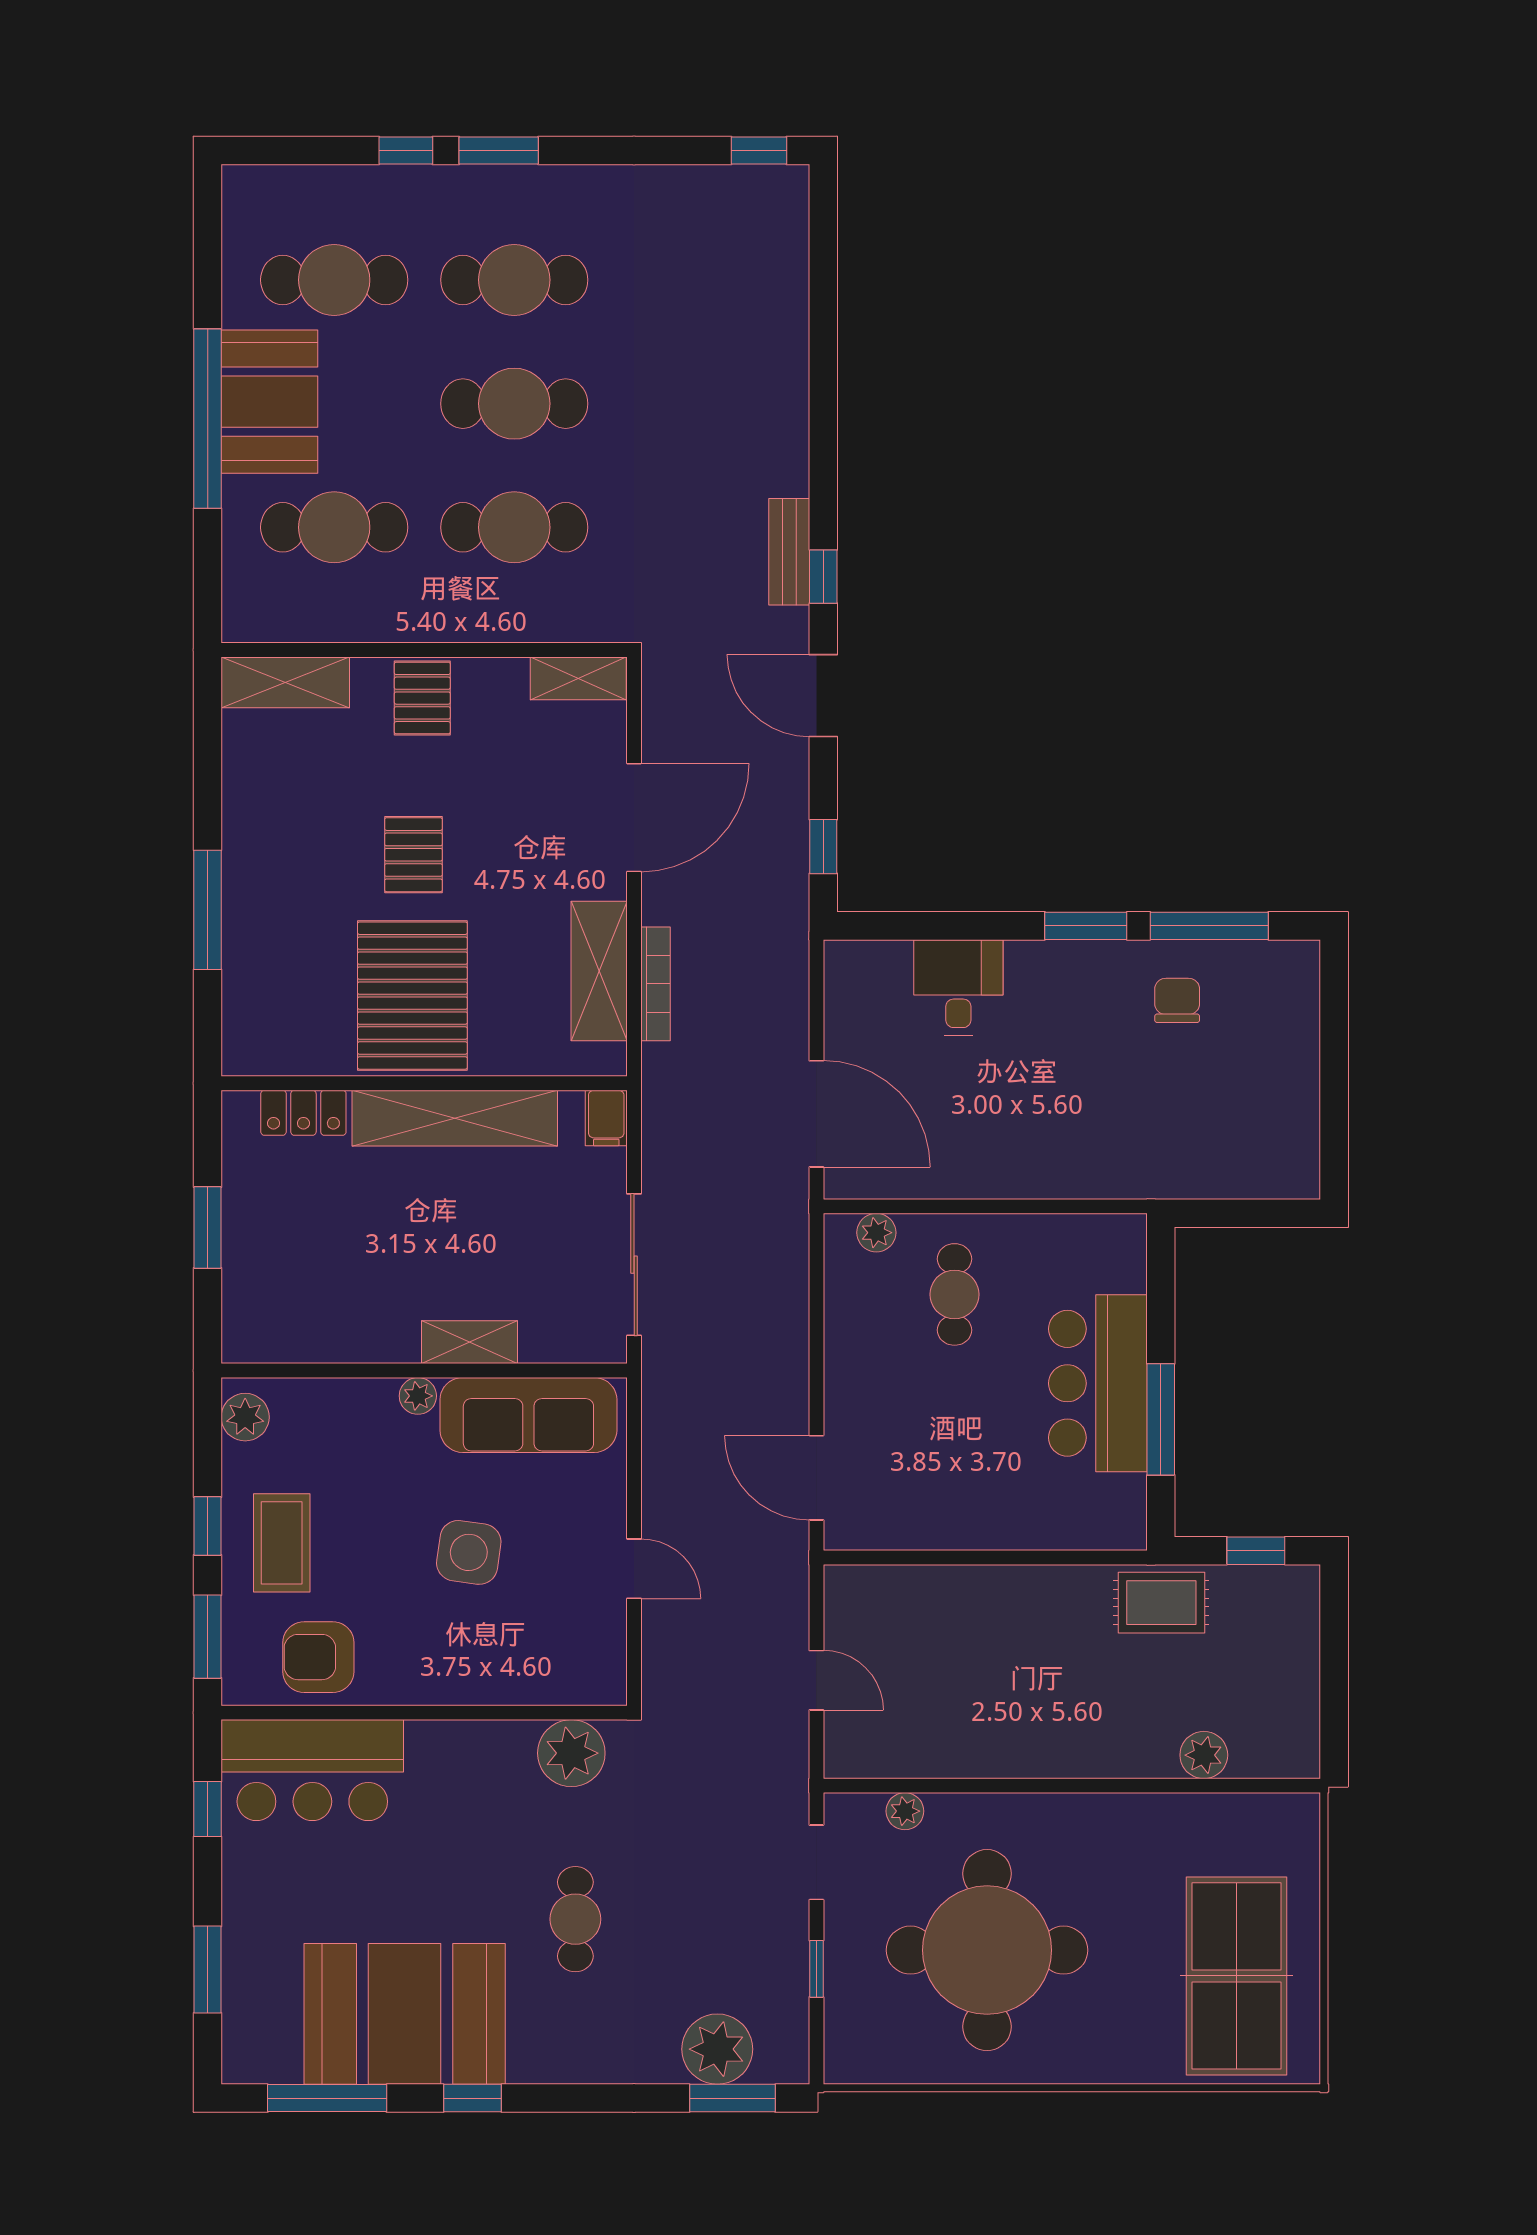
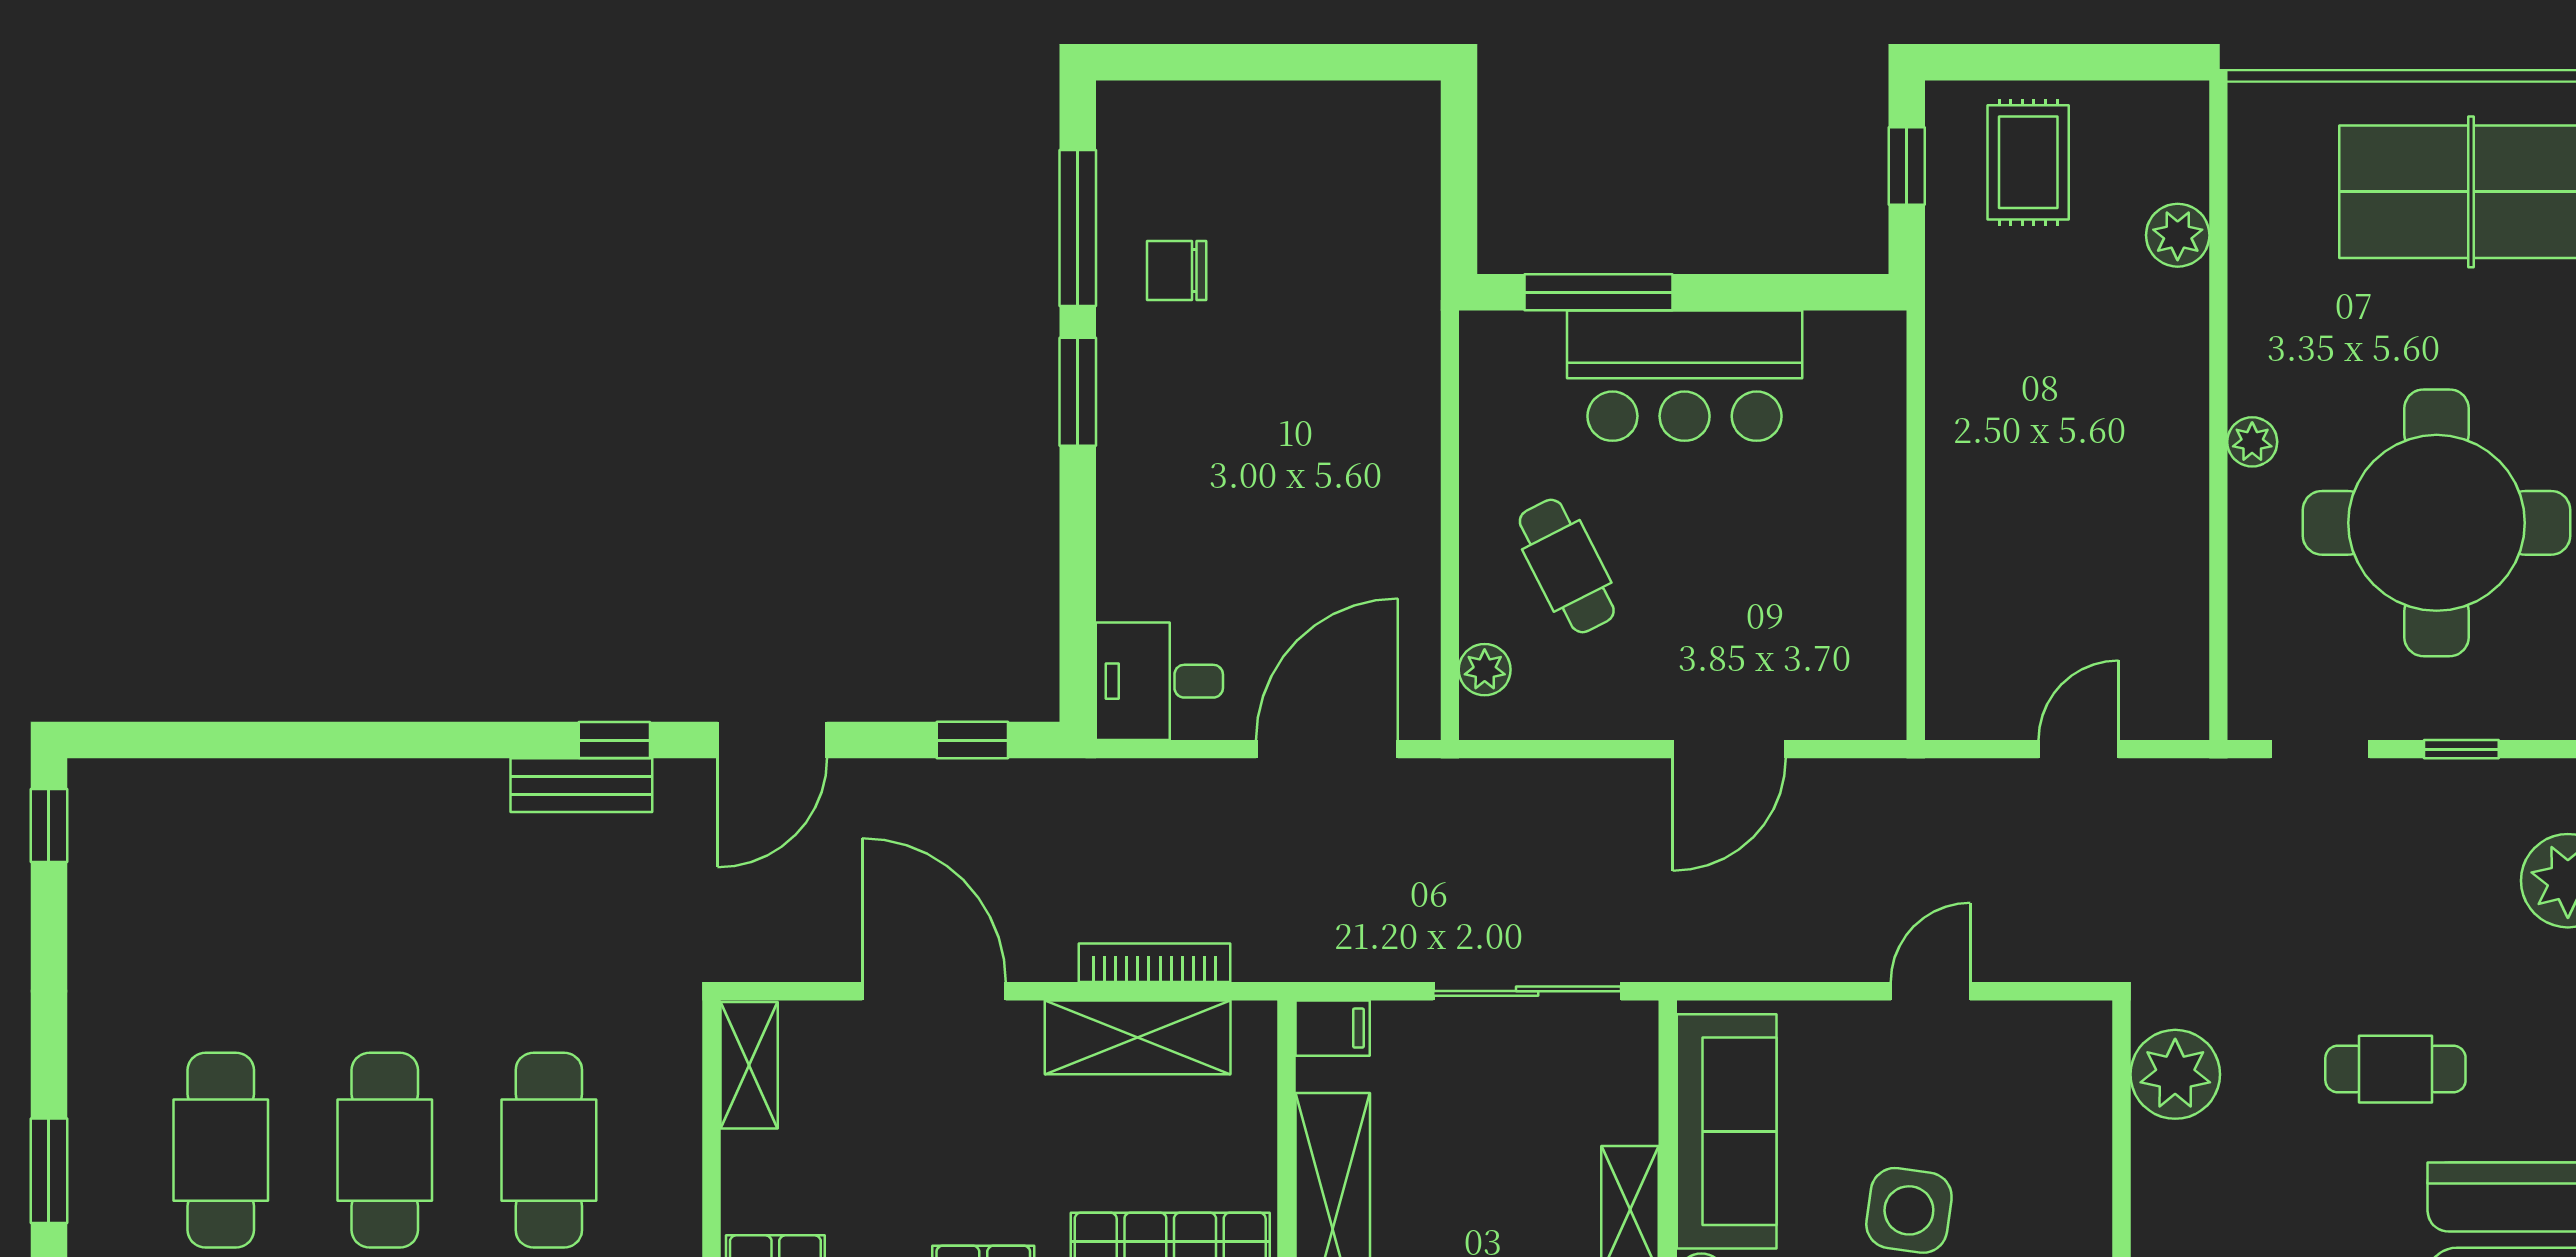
desk: (958, 987) -> (1159, 681), moved
cafe table: (954, 1294) -> (1567, 566), turned 63
window: (1161, 1419) -> (1599, 292), moved
door: (816, 1478) -> (1729, 749), moved
rug: (1161, 1603) -> (2028, 162), moved
plant: (905, 1811) -> (2252, 442), moved

